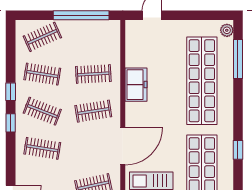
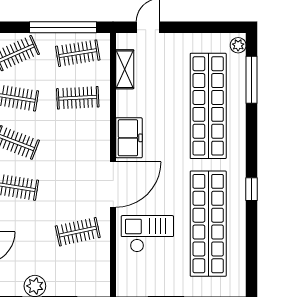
shelving: (132, 50) -> (125, 69), added
freezer: (136, 85) -> (129, 138), moved
clothes rail: (93, 111) -> (78, 53), moved

